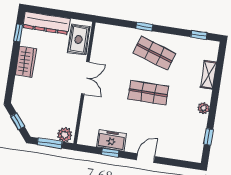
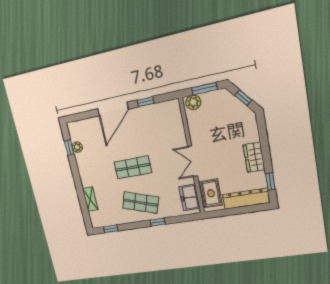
plant: (204, 108) -> (77, 147), moved
freezer: (111, 140) -> (190, 198), moved, turned 90
door: (146, 158) -> (113, 109), width x1.88

